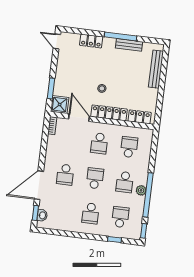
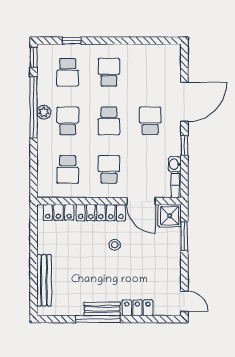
bench: (129, 45) -> (102, 309), moved
window: (35, 213) -> (184, 146), moved
washbasin: (42, 215) -> (175, 164), moved

